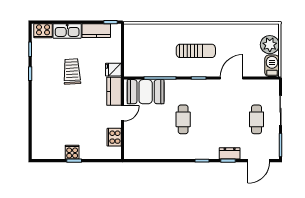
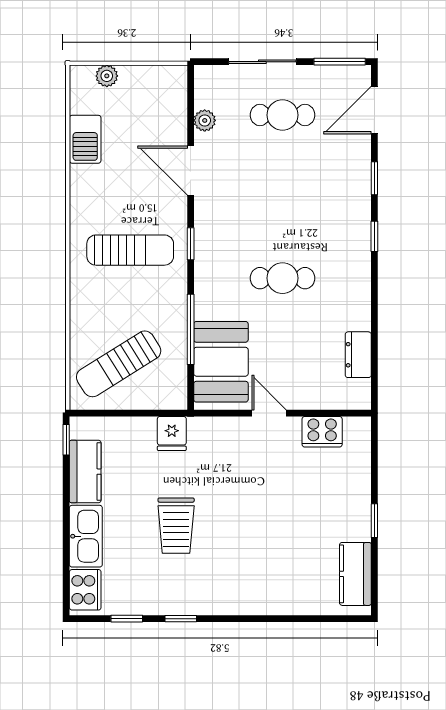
plant: (270, 45) -> (107, 76), width x0.53, depth x0.53
sun lounger: (145, 46) -> (119, 364), added
sun lounger: (196, 51) -> (130, 250), turned 90
barbecue: (272, 66) -> (85, 139), moved, turned -90
trolley: (72, 72) -> (176, 526), turned -87
plant: (254, 84) -> (205, 120), added
kitchen counter: (114, 91) -> (355, 574), moved, turned 90
cooker: (72, 152) -> (355, 525), removed
dresser: (230, 153) -> (358, 355), moved
door: (259, 161) -> (374, 110), swing flipped

